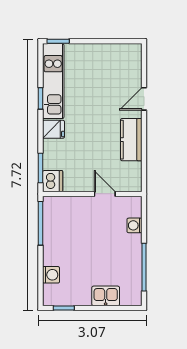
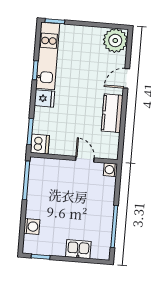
plant: (128, 57) -> (115, 40), added
washing machine: (134, 225) -> (110, 170), moved

